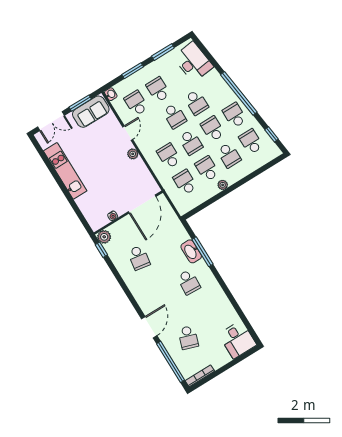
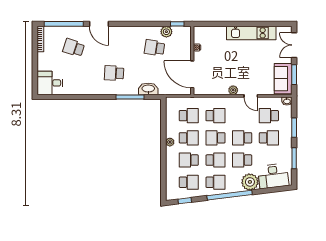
plant: (213, 81) -> (250, 182), added
school desk: (136, 103) -> (269, 116), turned 180
plant: (104, 237) -> (166, 32), moved
washbasin: (191, 251) -> (148, 89), moved

